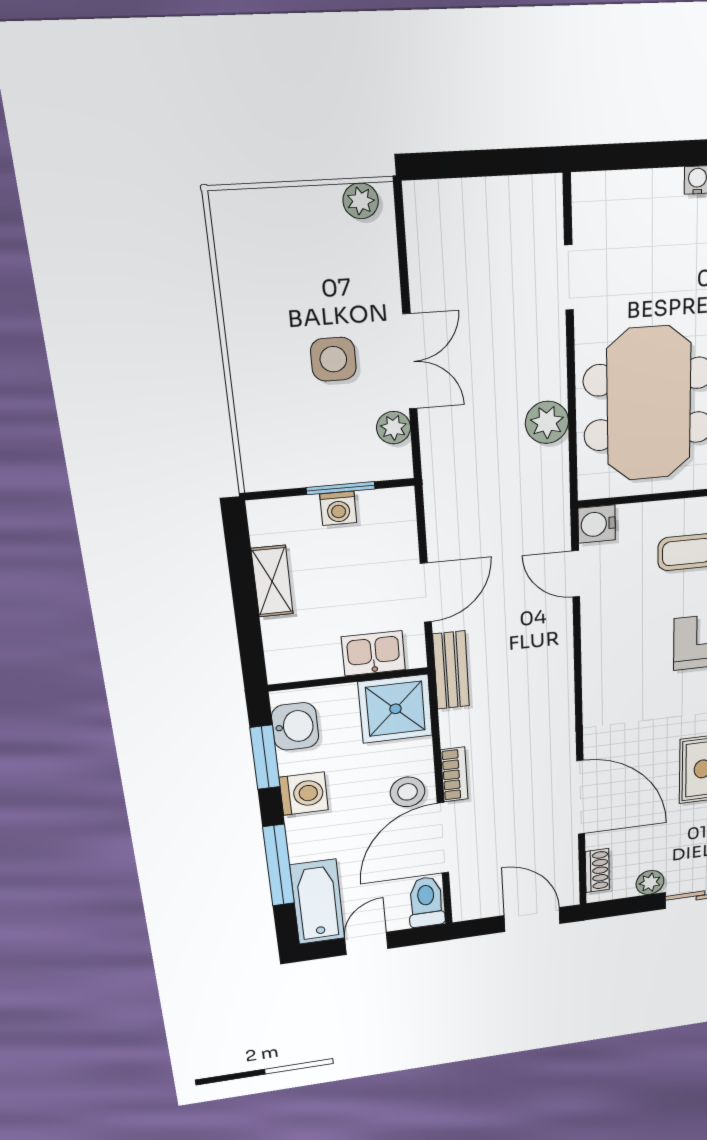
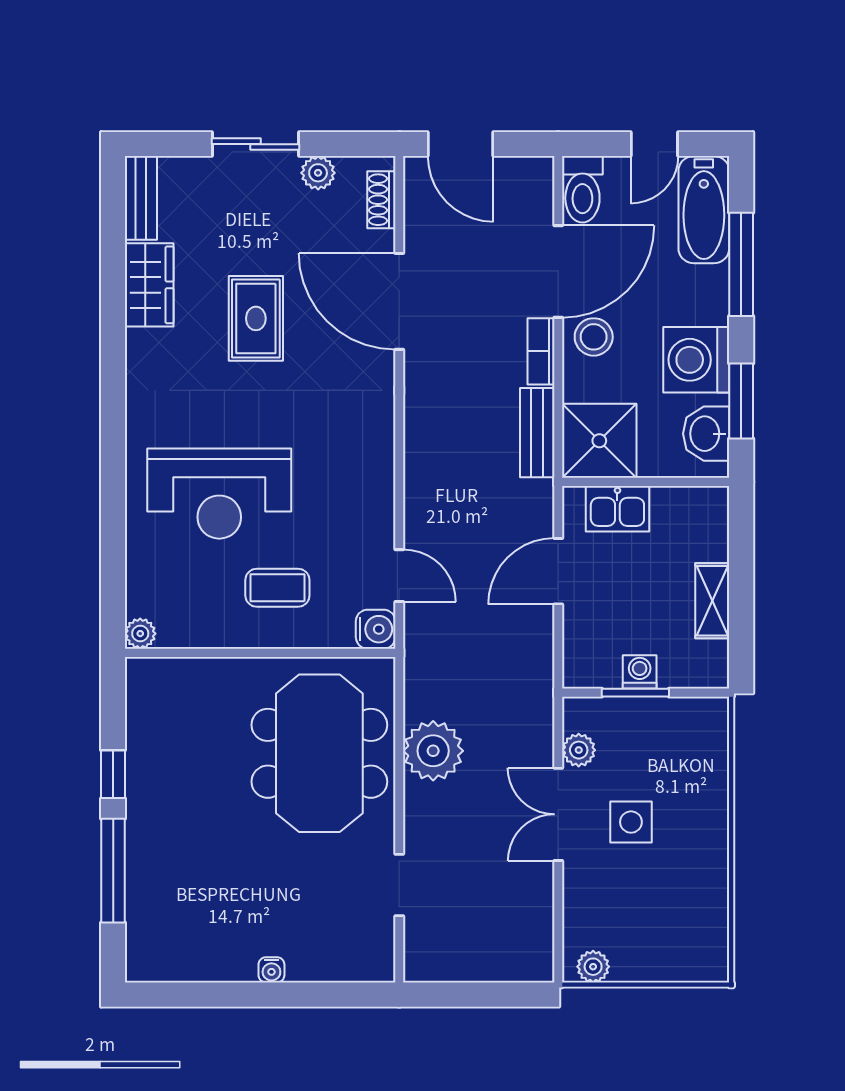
plant: (547, 422) -> (433, 751), width x1.36, depth x1.36
bench: (451, 670) -> (537, 433), moved
washing machine: (304, 794) -> (696, 360), width x1.37, depth x1.37

